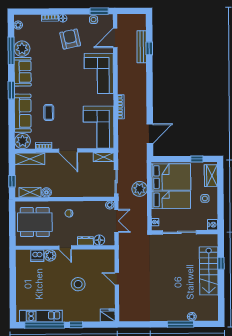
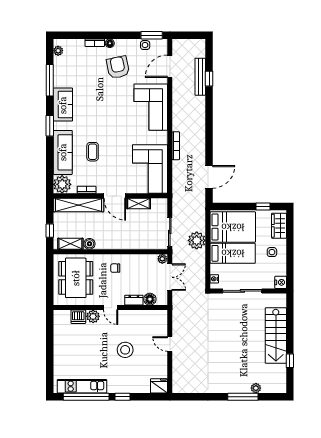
plant: (22, 49) -> (62, 78), removed
shelving: (104, 157) -> (139, 203), moved
shelving: (30, 159) -> (78, 205), width x1.47
dining table: (35, 222) -> (76, 278), turned 90
window: (221, 263) -> (290, 361), moved

